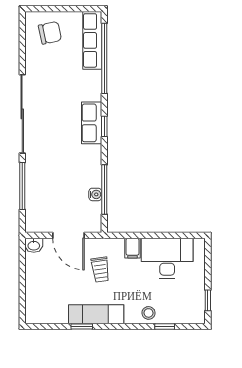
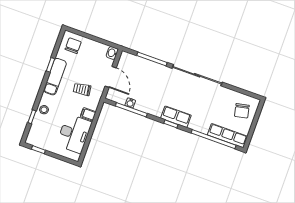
door: (68, 235) -> (111, 77), swing flipped
chair: (43, 304) -> (73, 46), added

